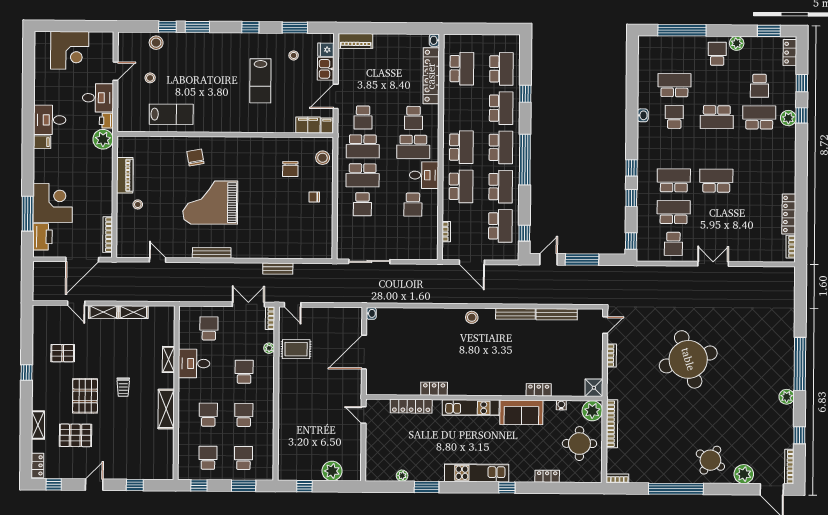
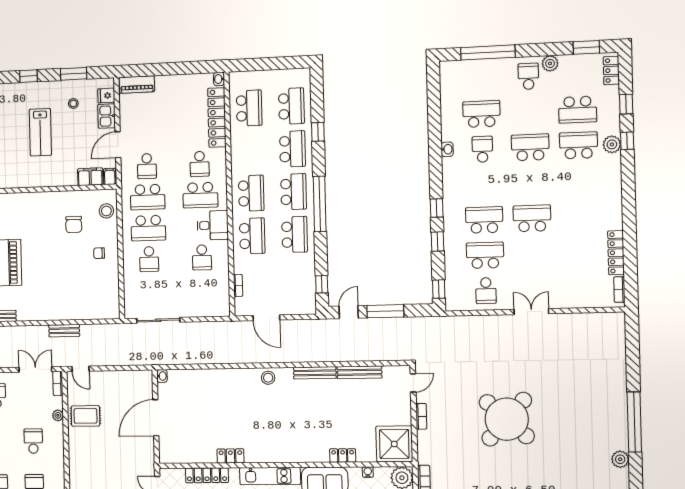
school desk: (759, 86) -> (578, 110), width x1.85
school desk: (717, 117) -> (530, 147), turned 180
school desk: (500, 226) -> (296, 277), removed
round table: (688, 359) -> (507, 419), turned -31
shower: (594, 388) -> (394, 444), width x1.86, depth x1.86

